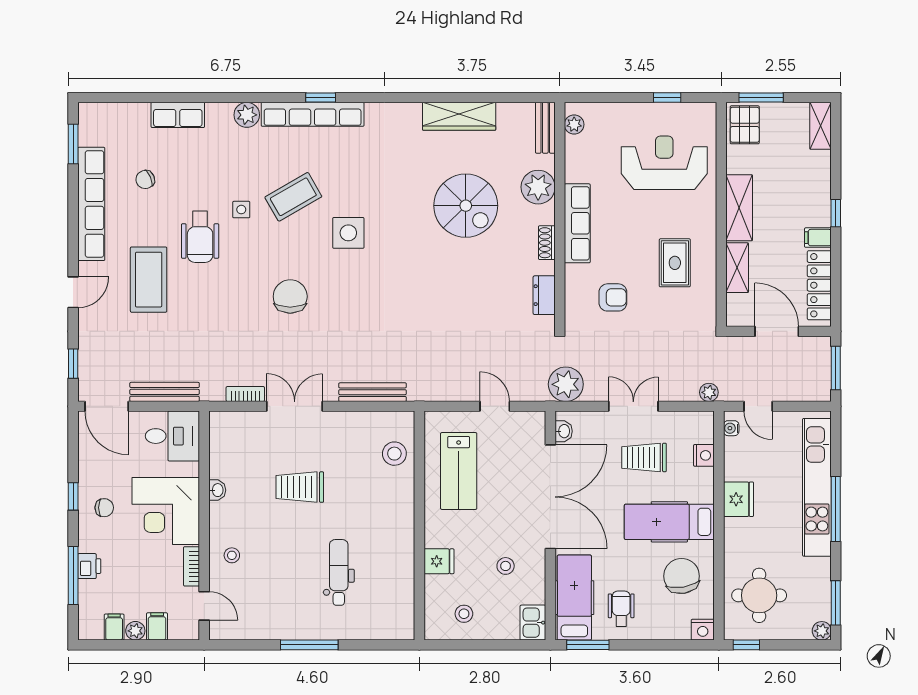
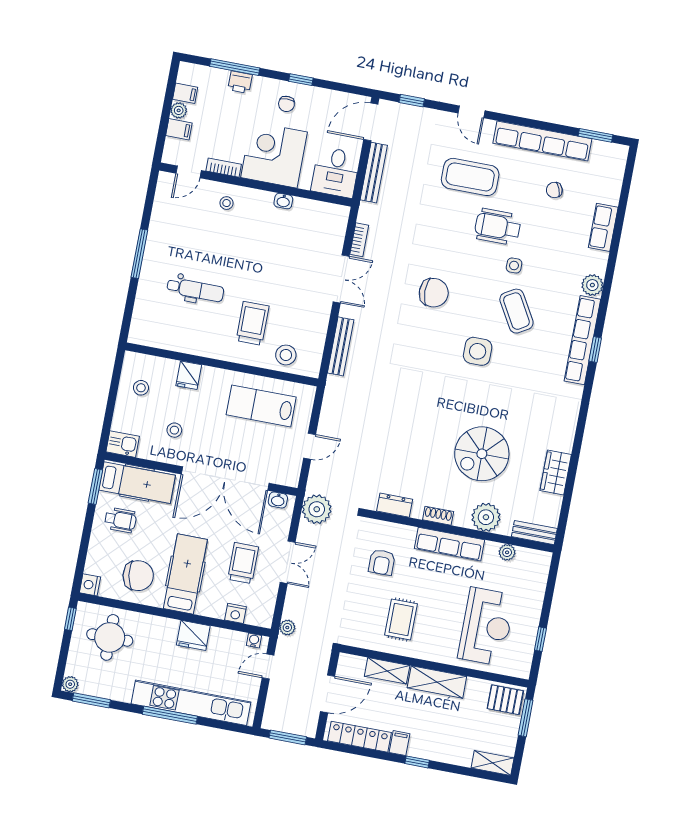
wardrobe: (459, 116) -> (556, 473), width x0.67
plant: (574, 124) -> (507, 552), moved
chair: (145, 180) -> (554, 190), turned -87
rug: (675, 263) -> (401, 619), turned 90
trolley: (300, 487) -> (253, 323), moved

